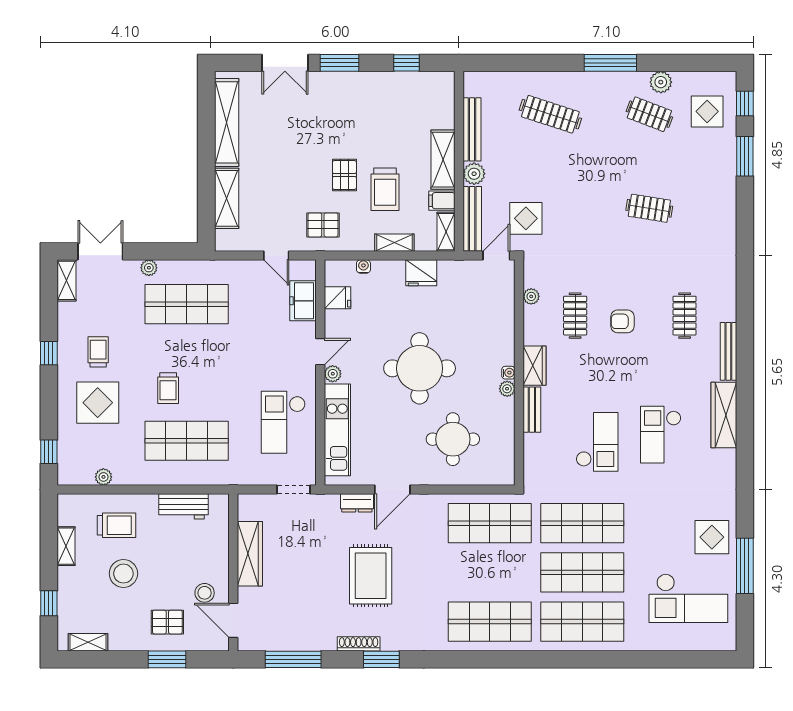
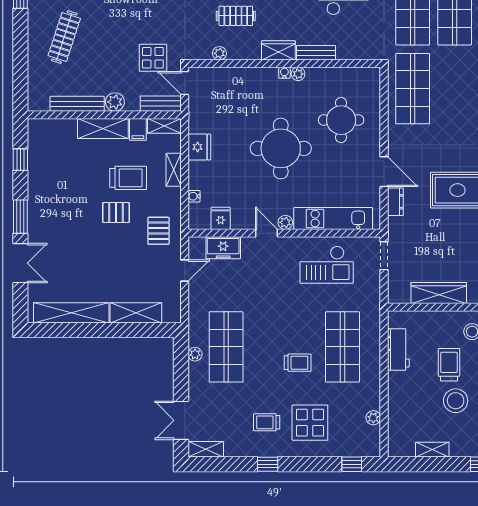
bench: (472, 219) -> (161, 104), width x0.73
plant: (149, 268) -> (195, 354), moved
trolley: (117, 525) -> (449, 365), moved

